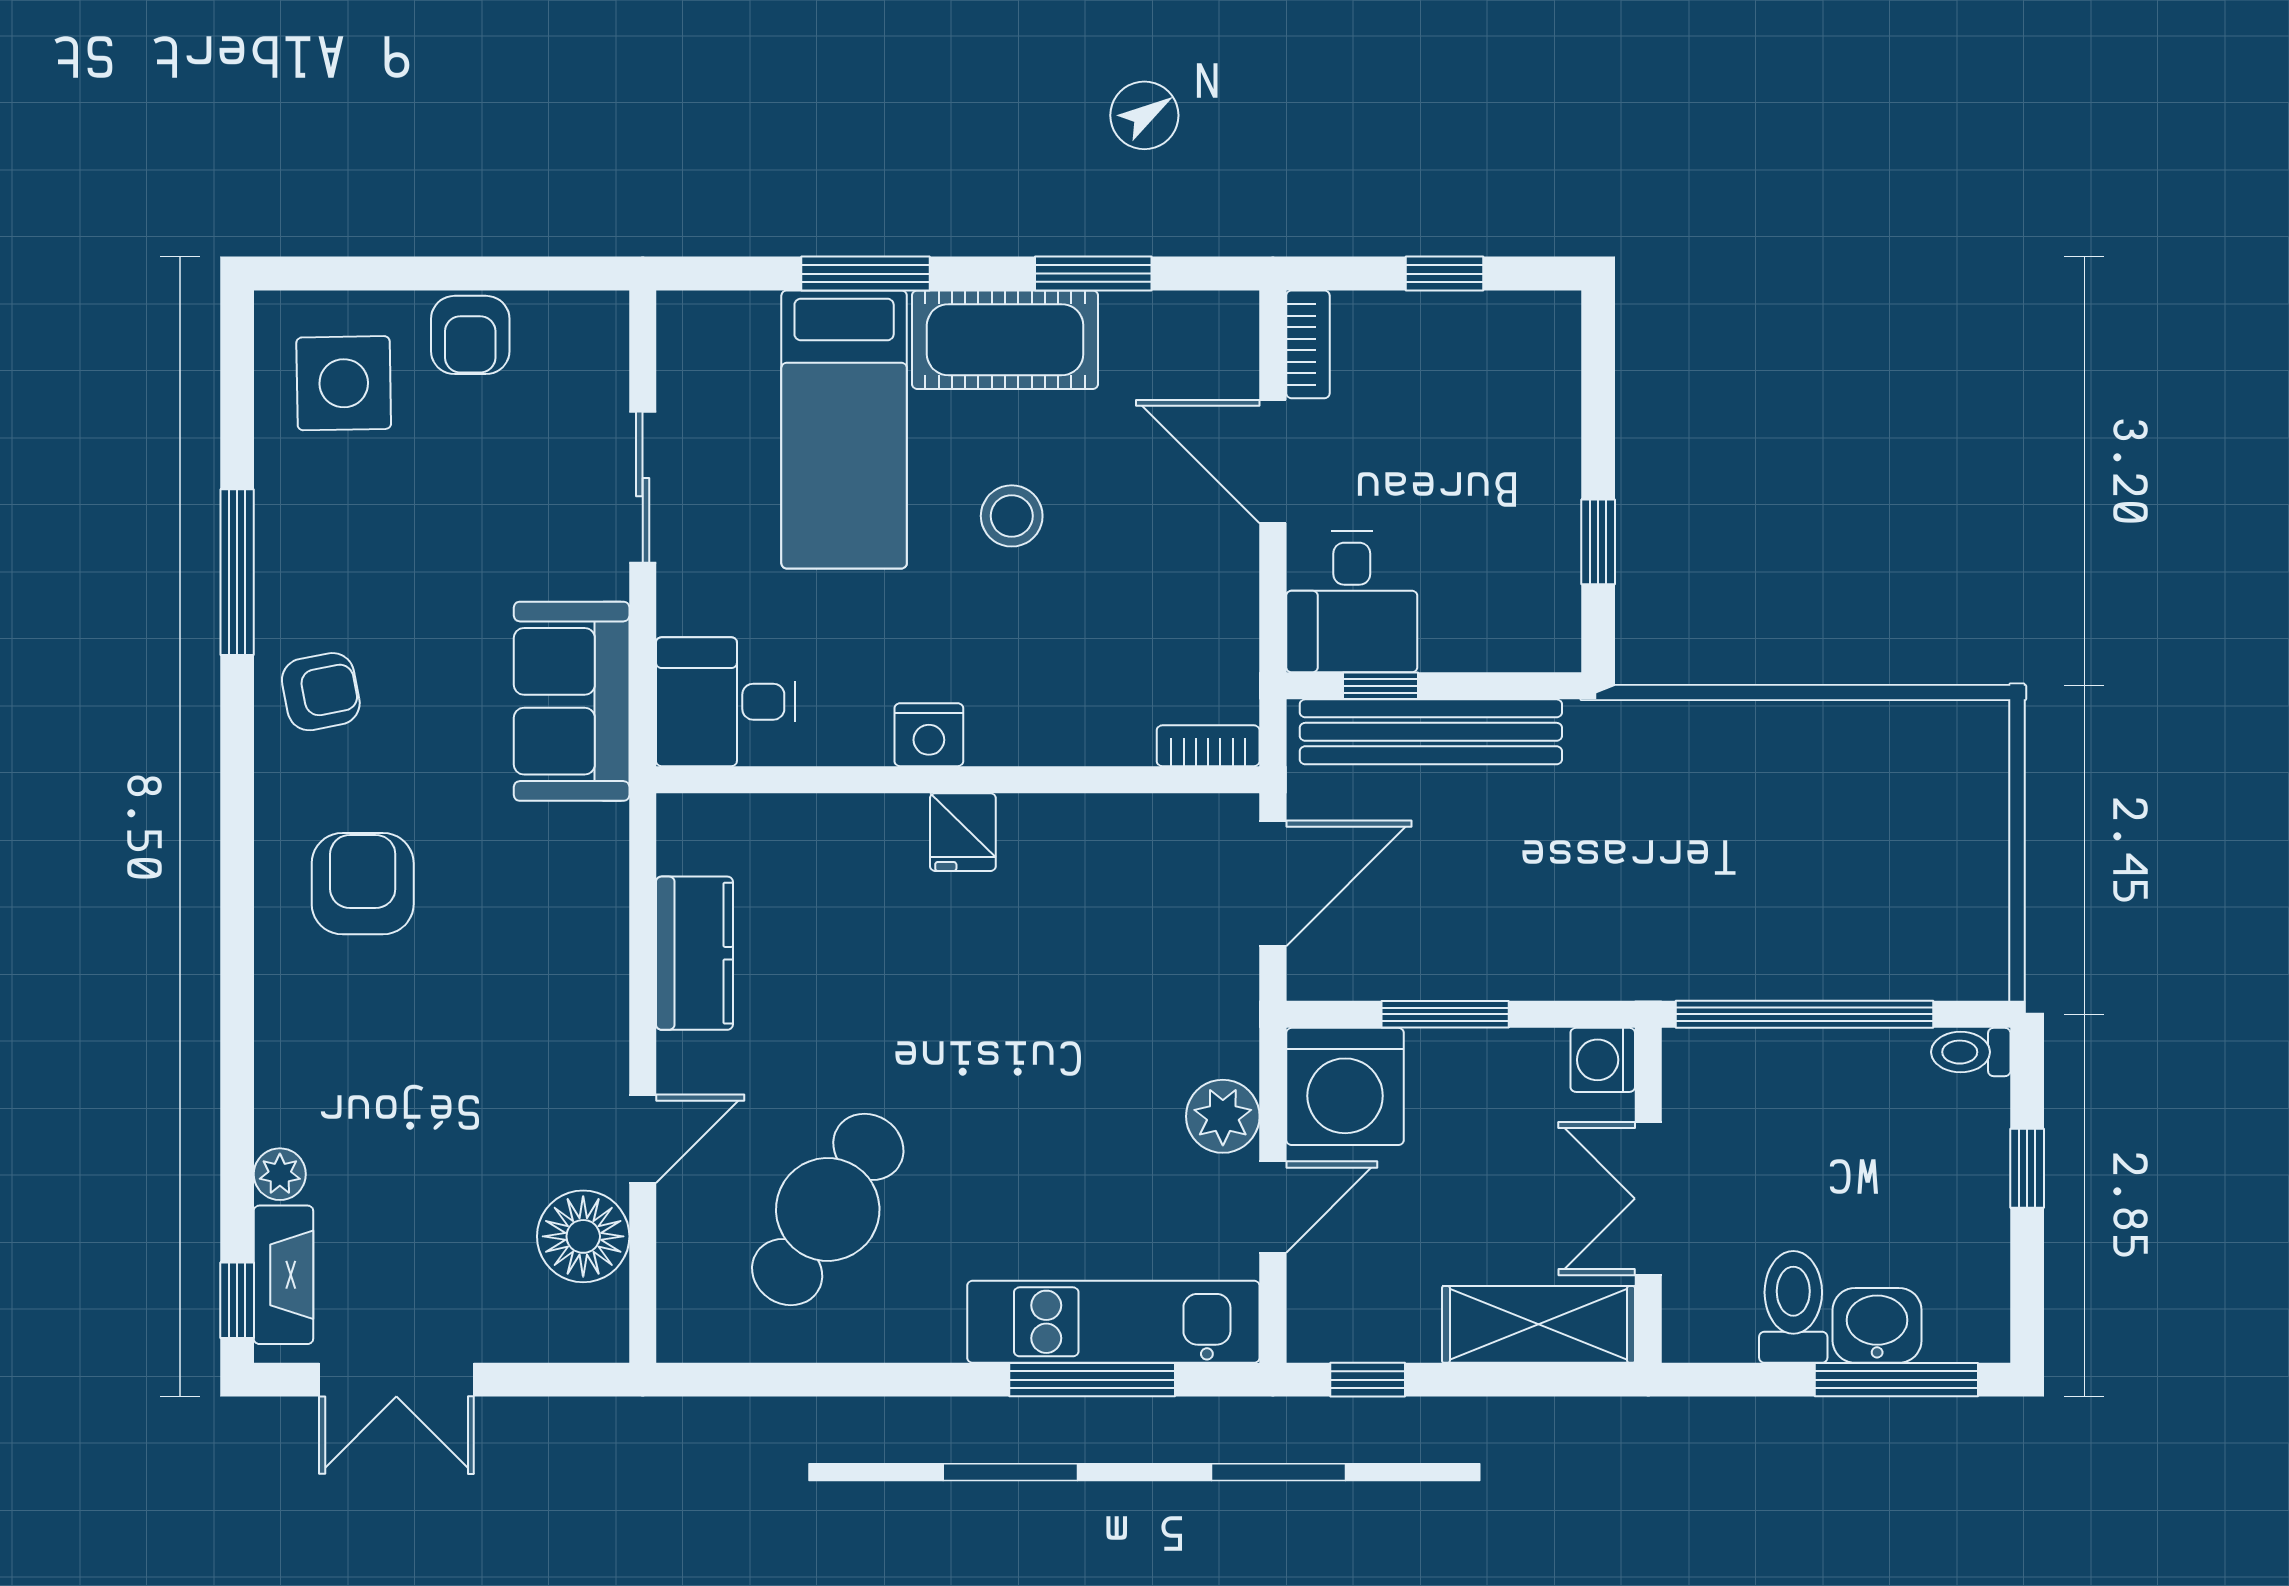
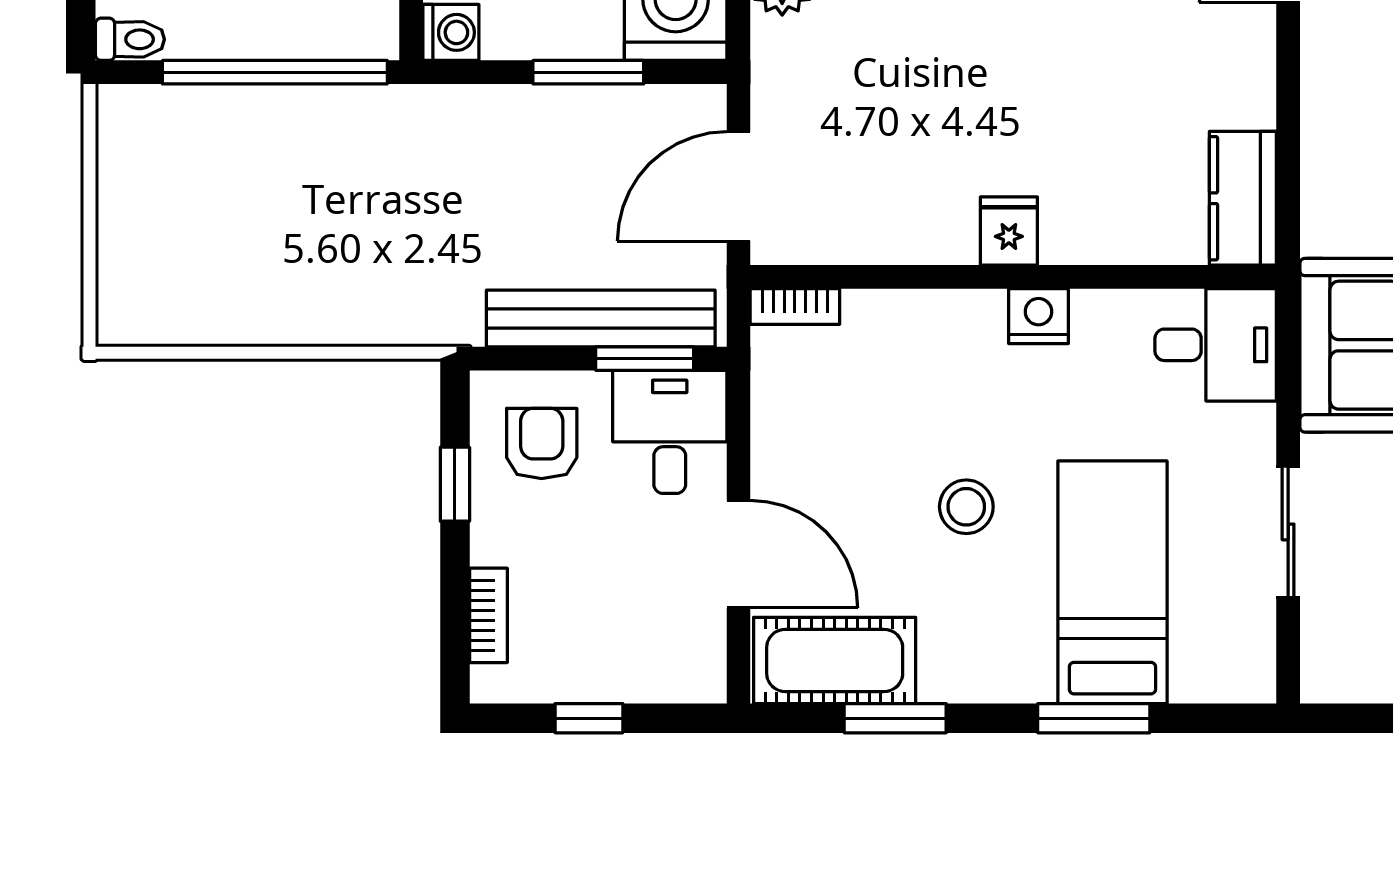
cot: (1005, 340) -> (835, 660), moved
bookcase: (1308, 344) -> (488, 615), moved, turned 180
armchair: (1499, 589) -> (542, 443), added
window: (1380, 686) -> (645, 359), width x1.50
kitchen counter: (694, 953) -> (1243, 198), moved

